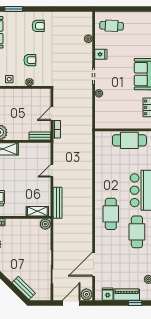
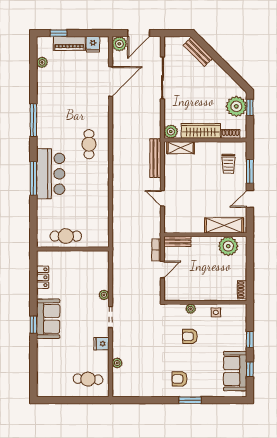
window: (14, 9) -> (190, 400), moved
cafe table: (129, 140) -> (66, 236), width x0.73, depth x0.74
door: (52, 171) -> (162, 198), swing flipped
cafe table: (111, 214) -> (89, 144), width x0.73, depth x0.74
wardrobe: (21, 225) -> (201, 131), added
cafe table: (137, 232) -> (56, 122), removed

